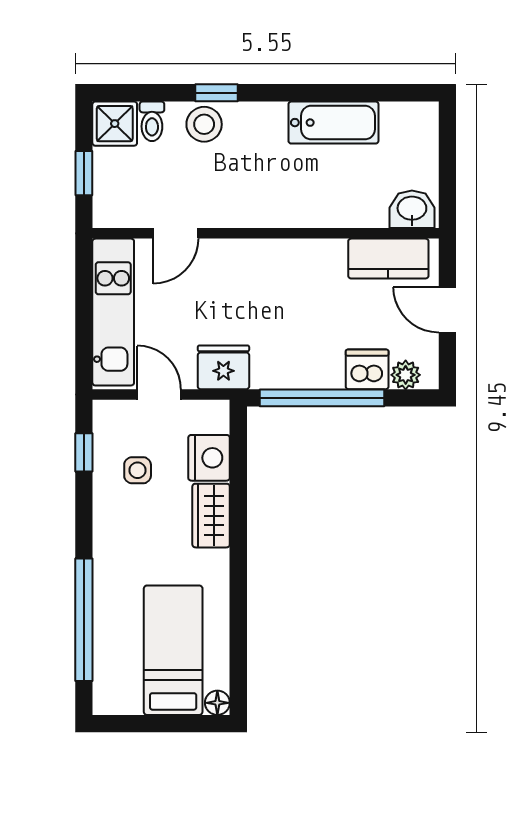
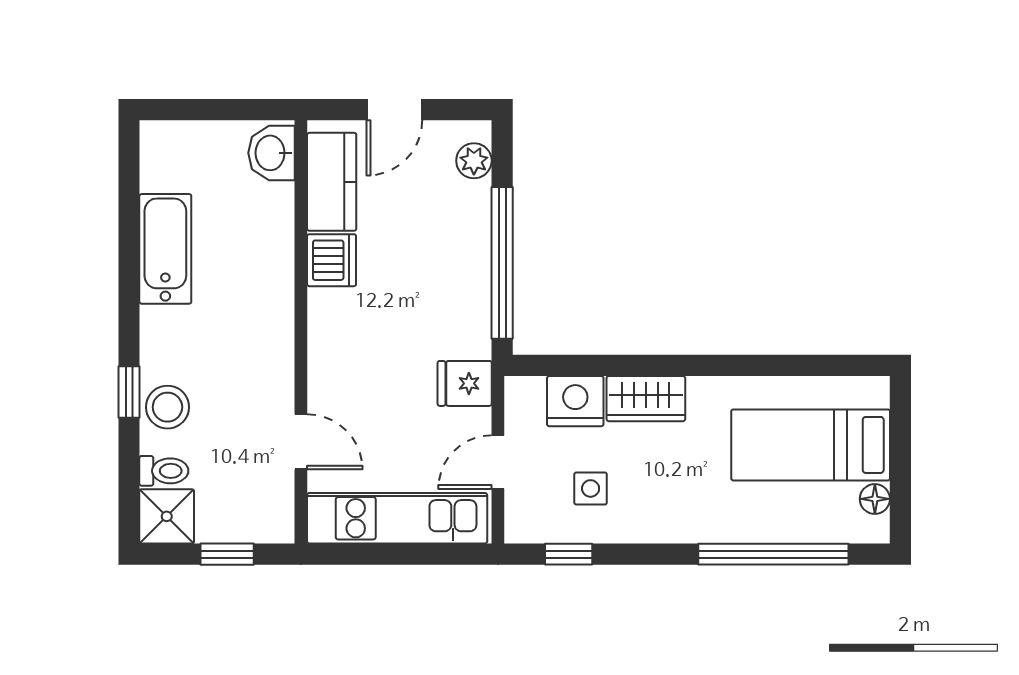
fridge: (223, 367) -> (465, 383), width x0.72
dishwasher: (367, 369) -> (332, 260), moved, turned 180
floor lamp: (217, 703) -> (875, 499), moved

